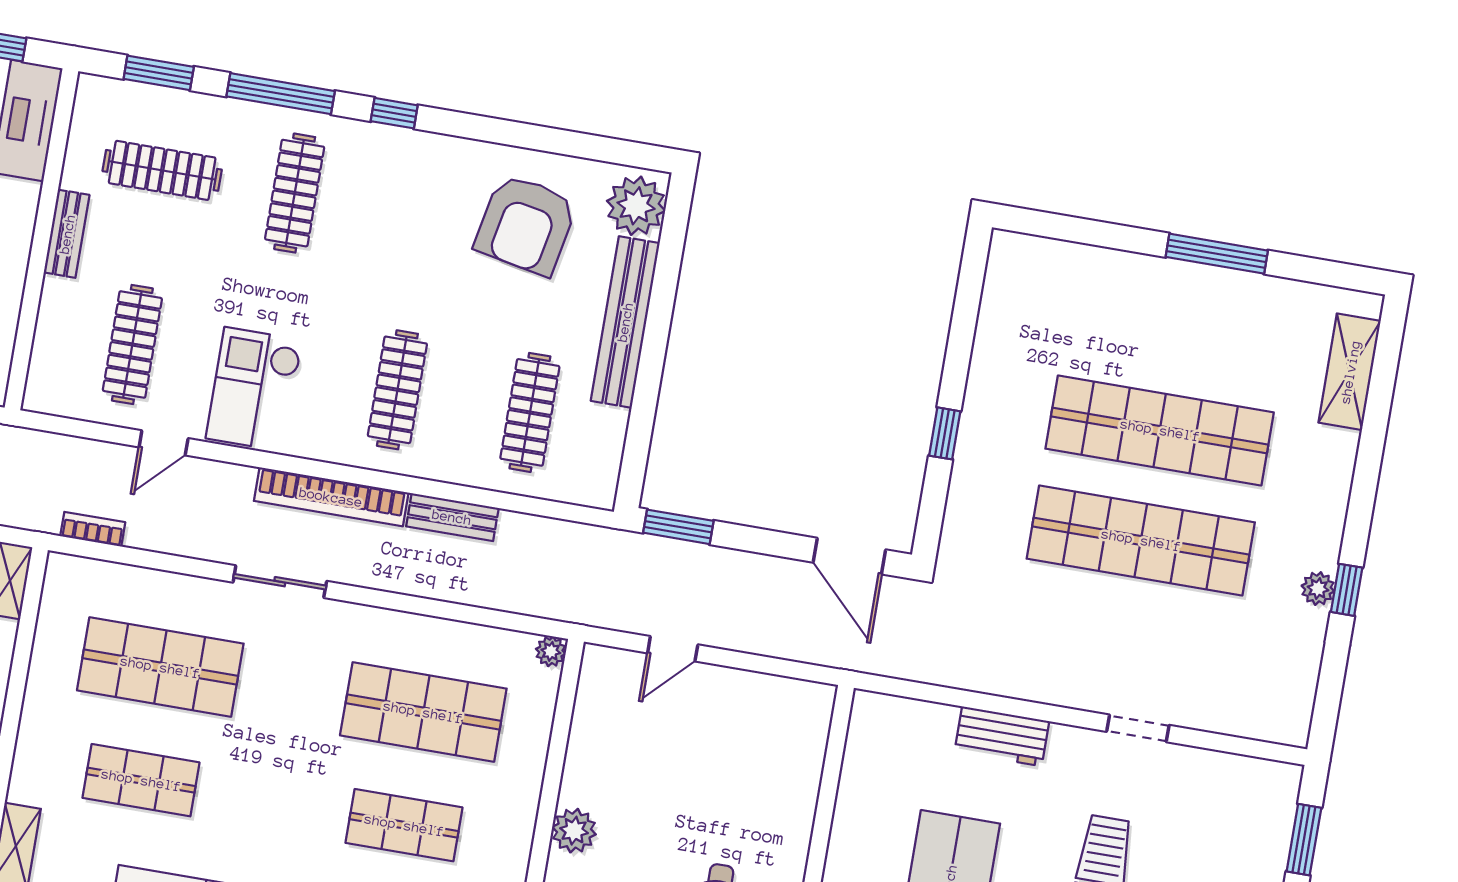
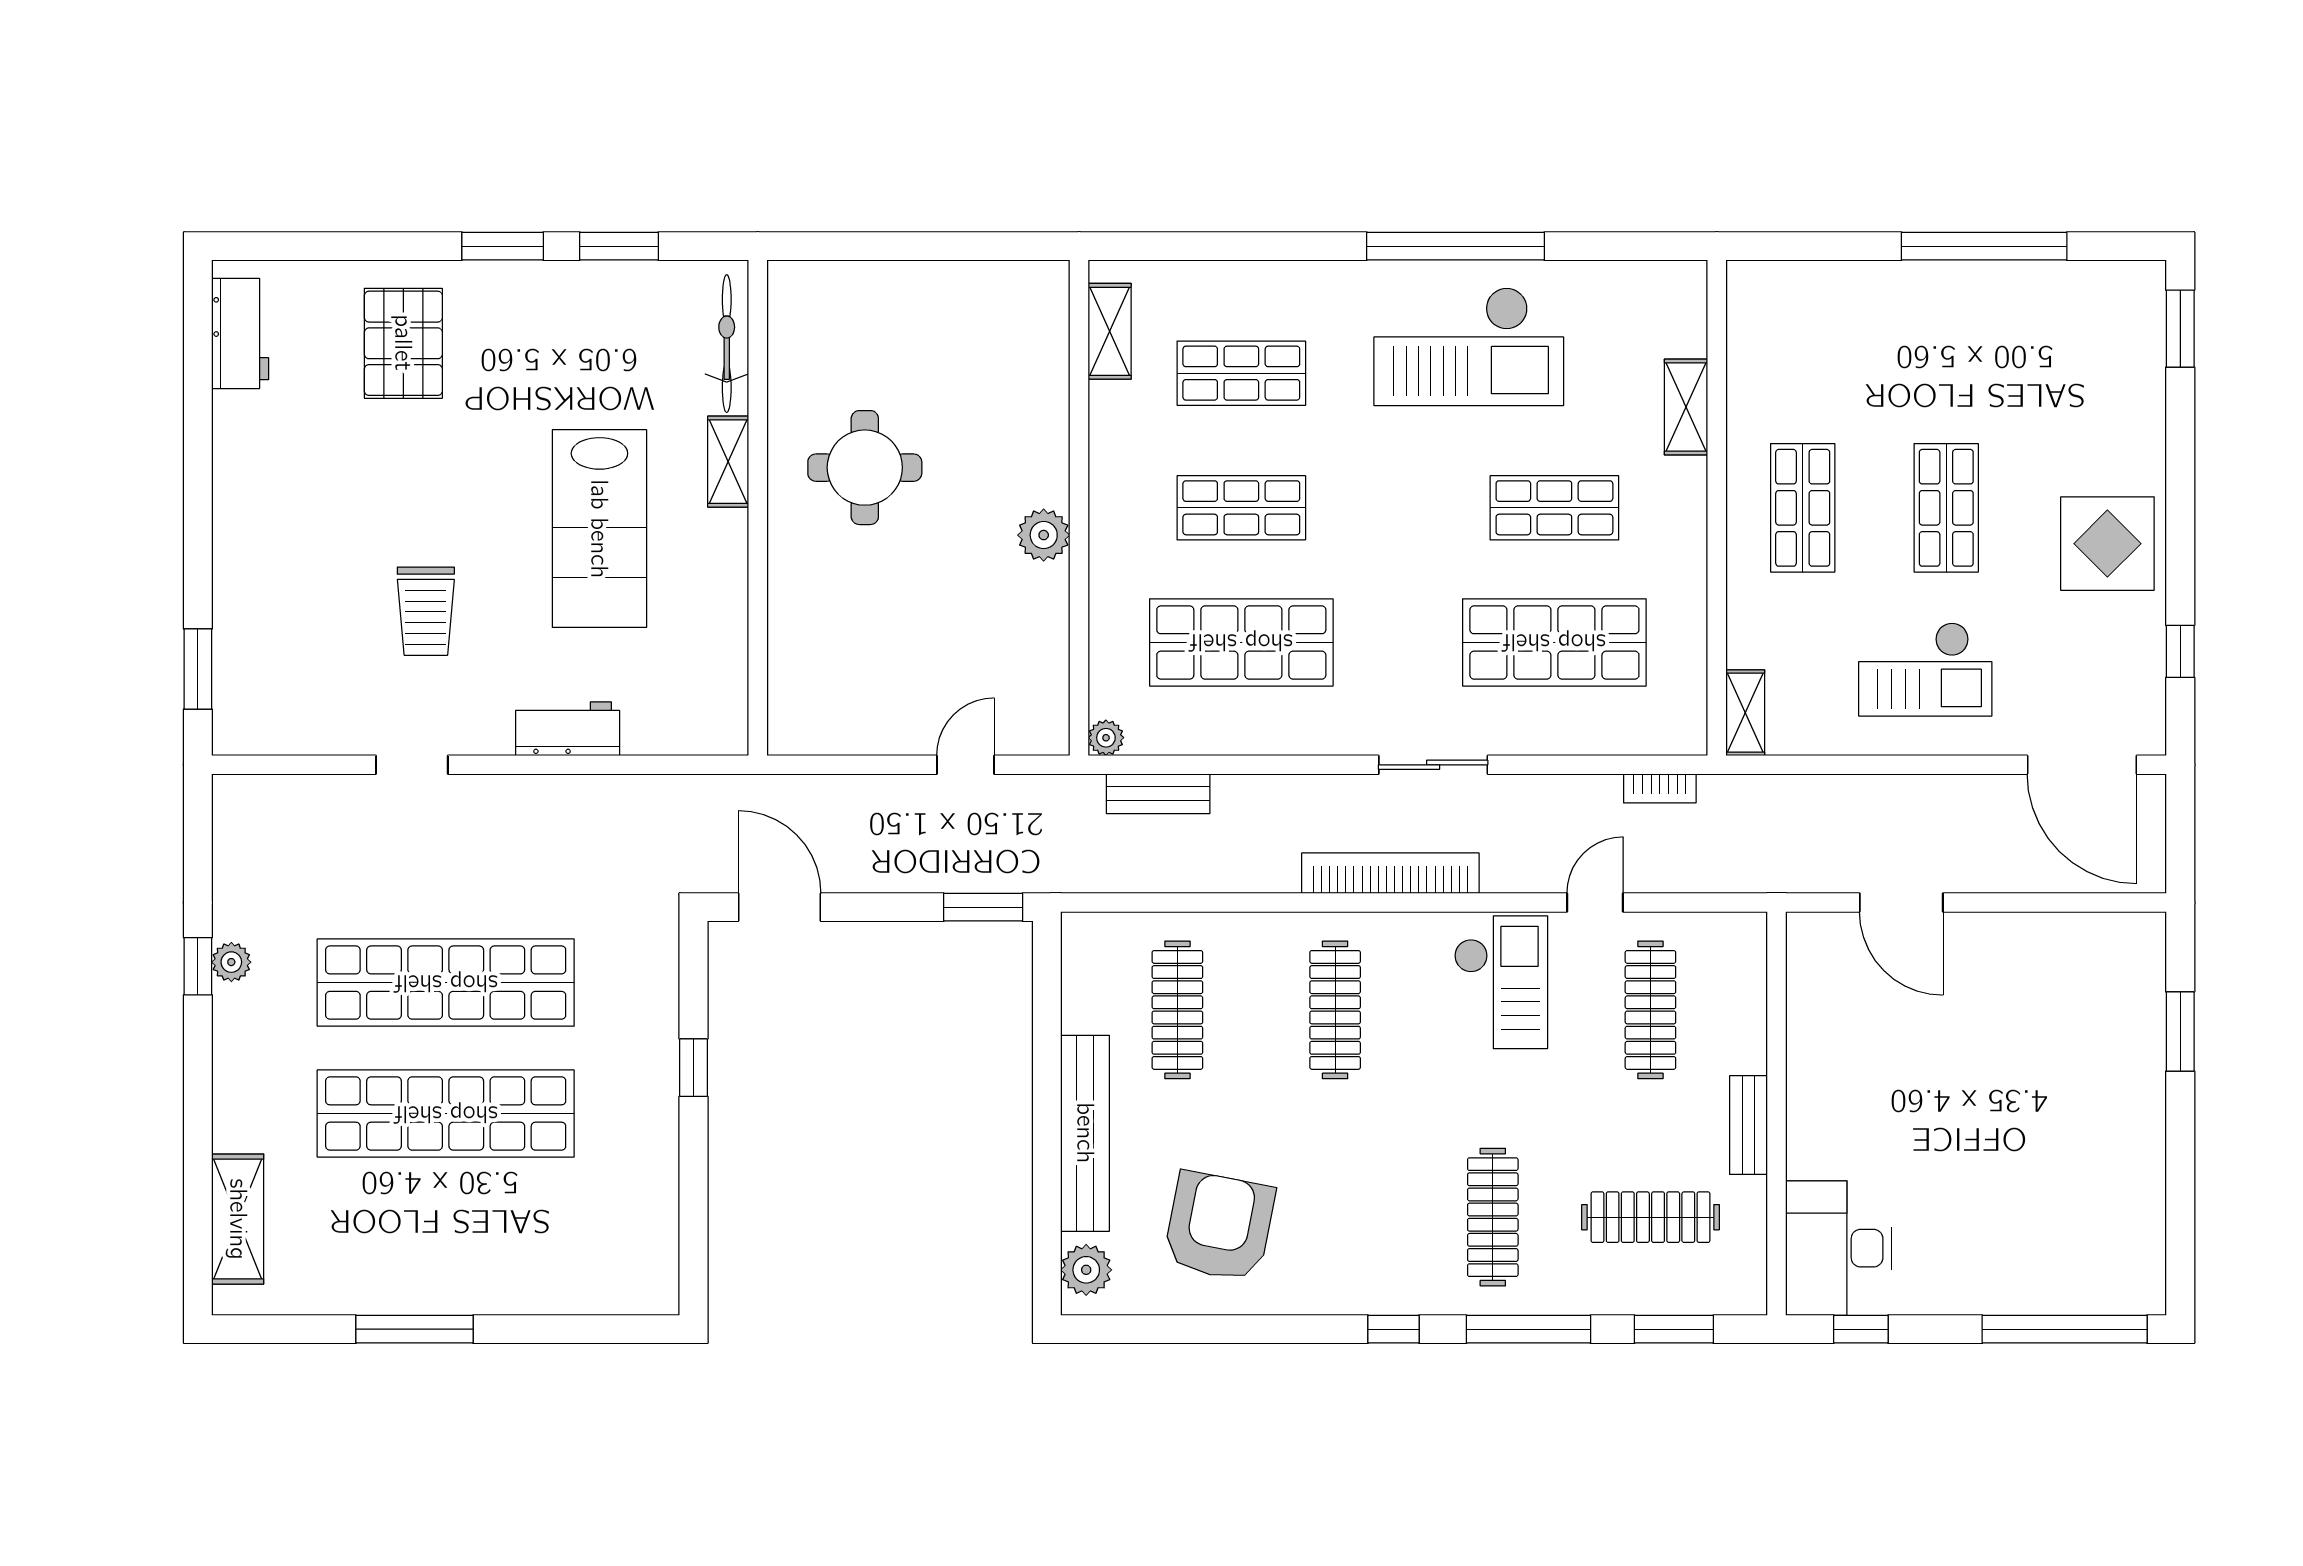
plant: (636, 206) -> (1086, 1270), width x0.73, depth x0.73
bench: (452, 517) -> (1158, 794), moved

